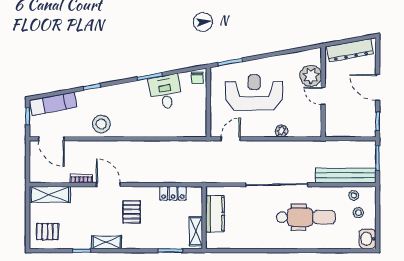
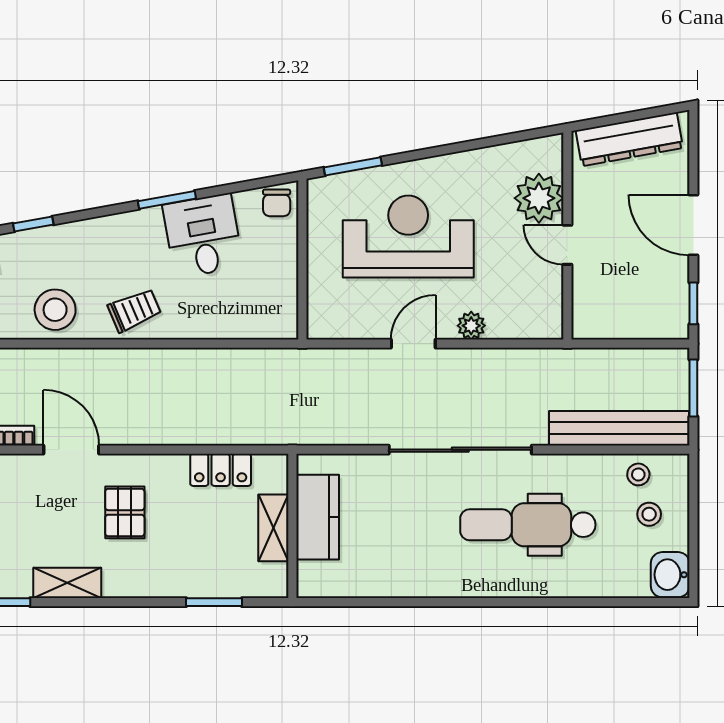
trolley: (136, 124) -> (134, 310), added
door: (231, 139) -> (413, 344), moved
dental chair: (306, 217) -> (528, 525), turned 180
shelving: (196, 231) -> (273, 528), moved

